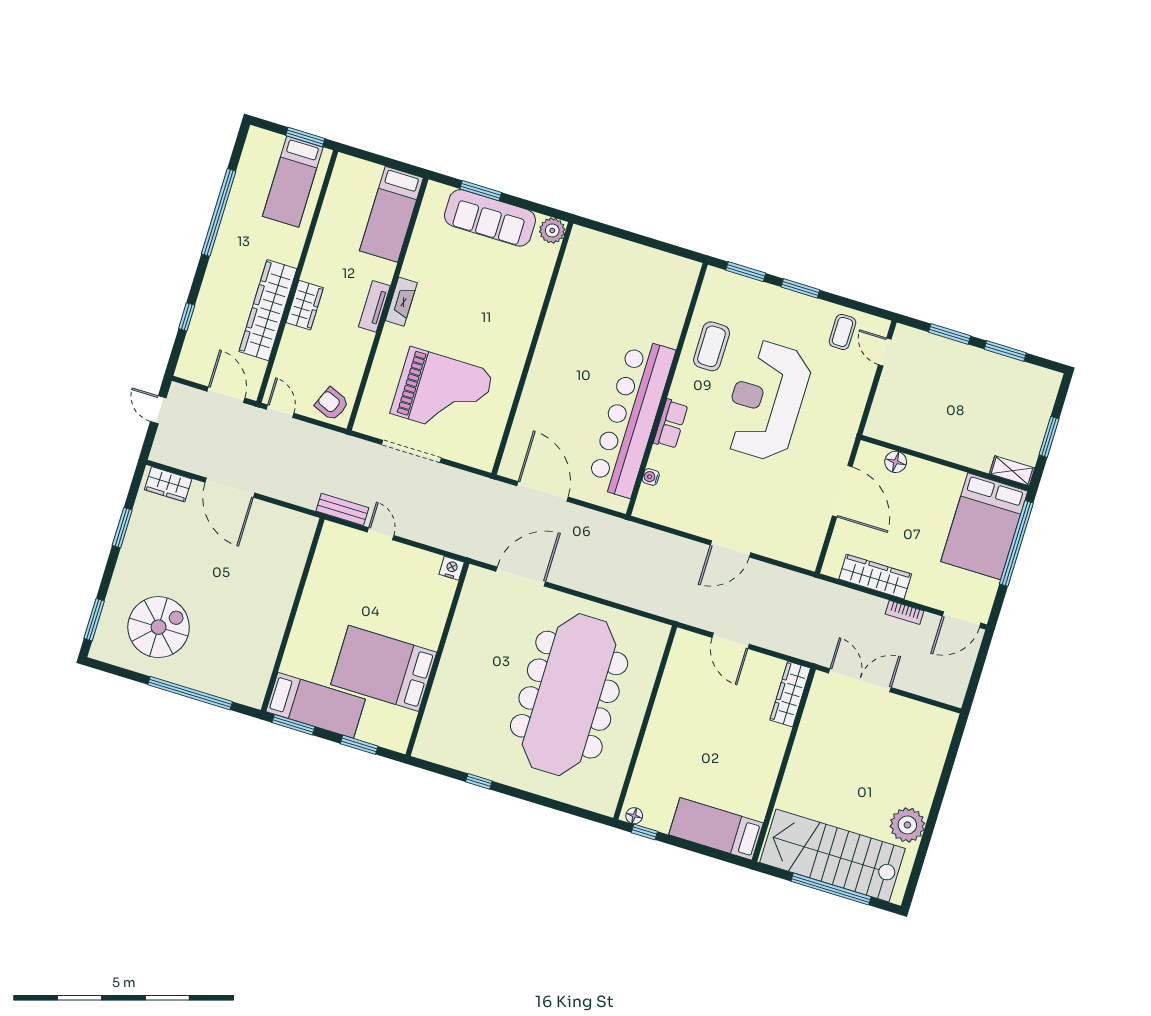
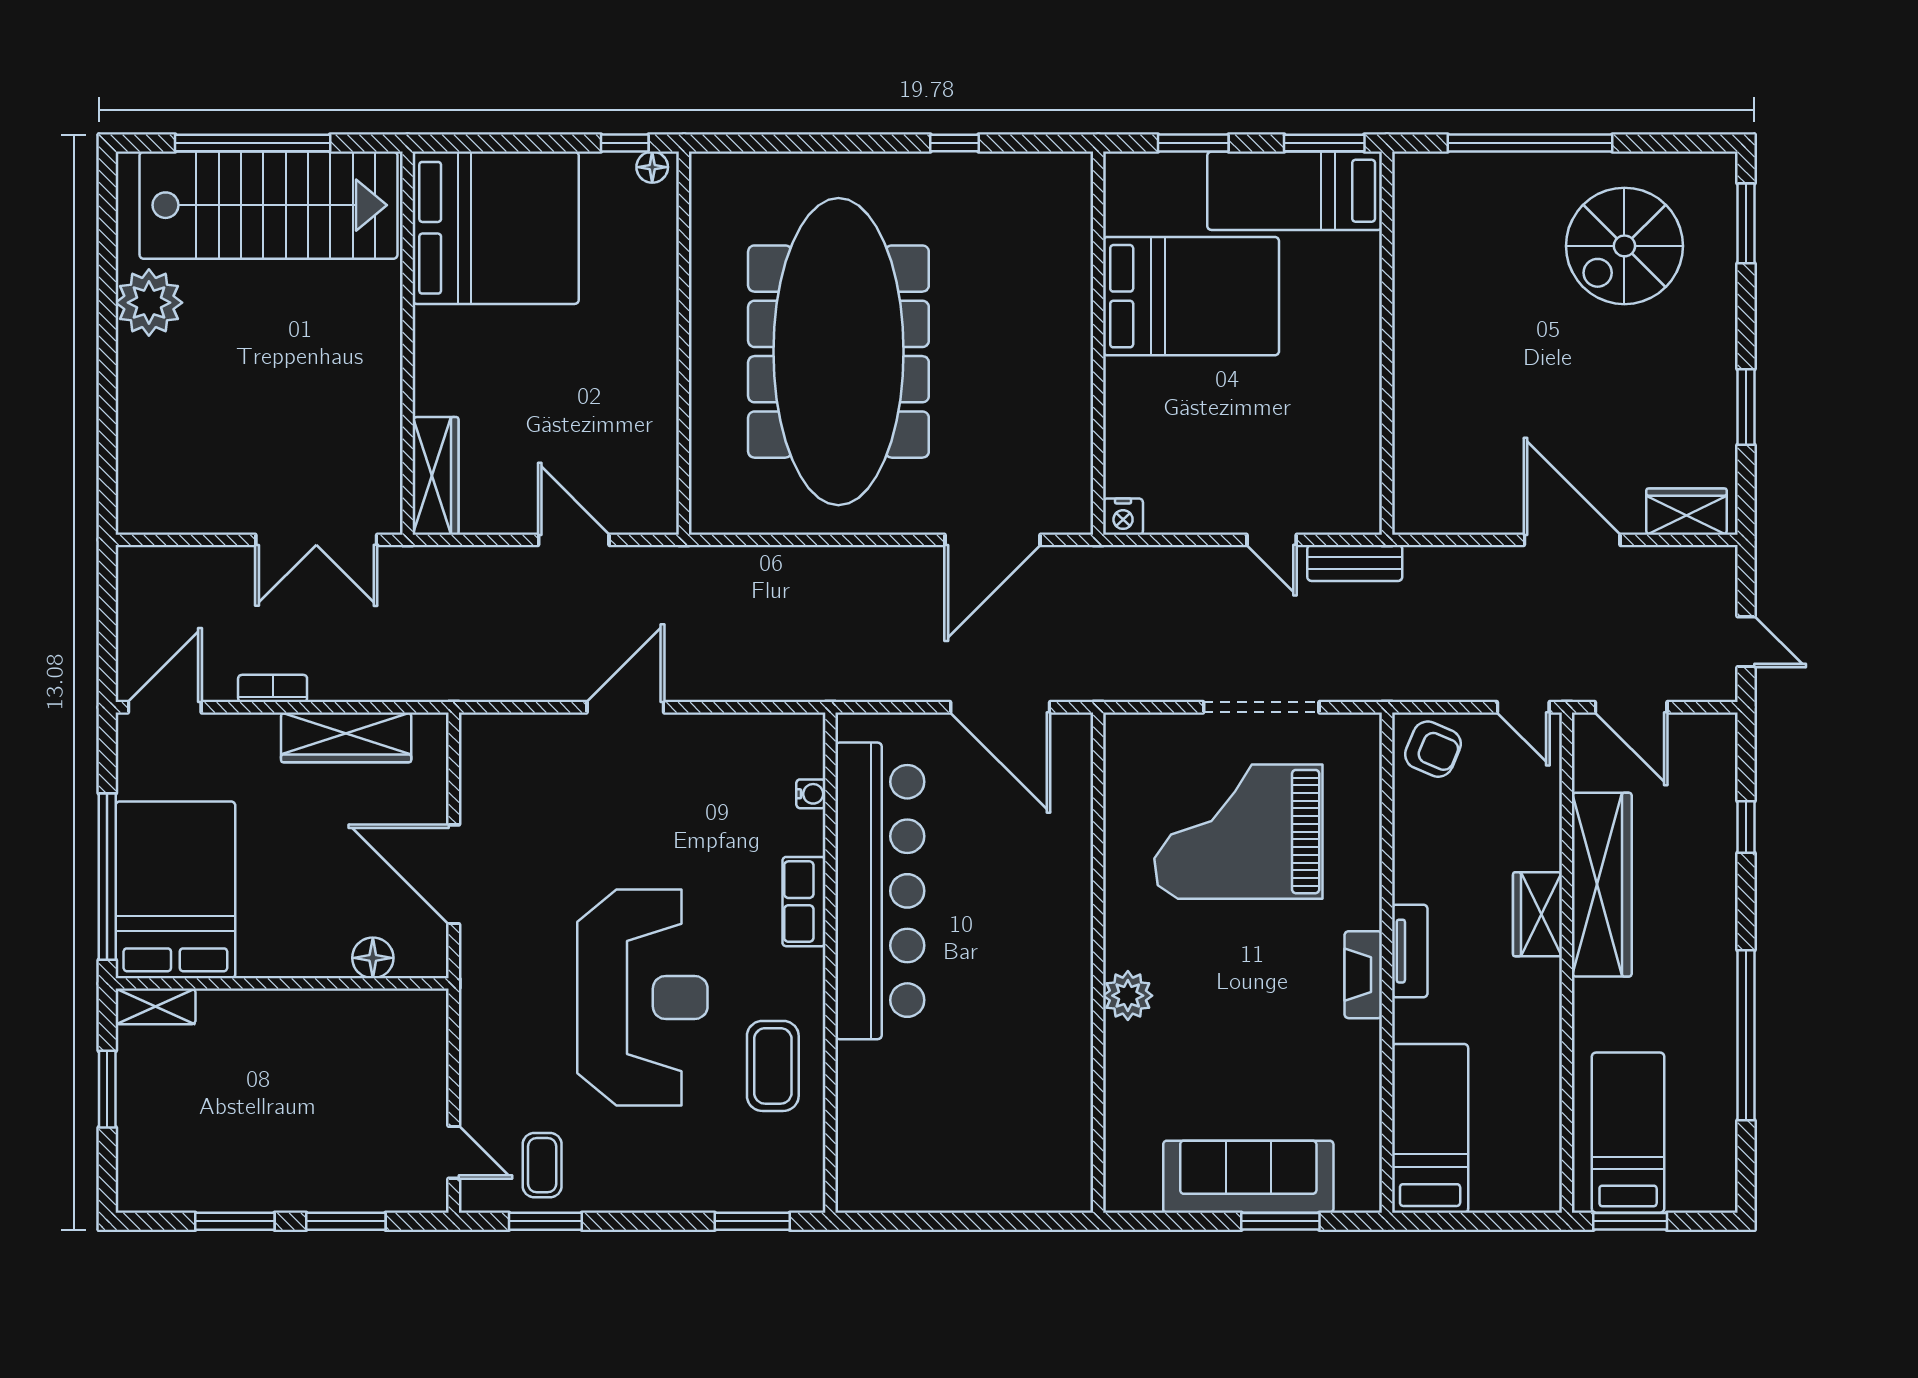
plant: (552, 231) -> (1128, 996), moved
window: (800, 288) -> (545, 1221), moved
bed: (716, 829) -> (496, 228), width x2.04

